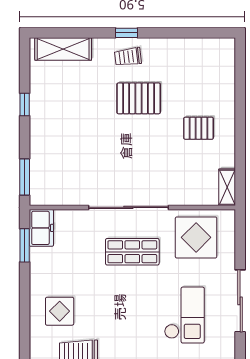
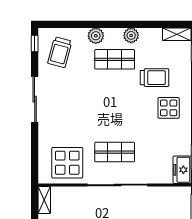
sliding door: (240, 301) -> (35, 99), moved
checkout: (184, 315) -> (76, 105), removed

